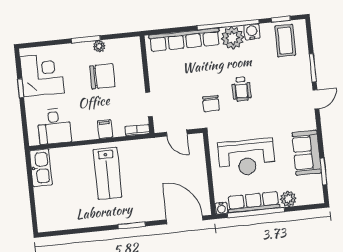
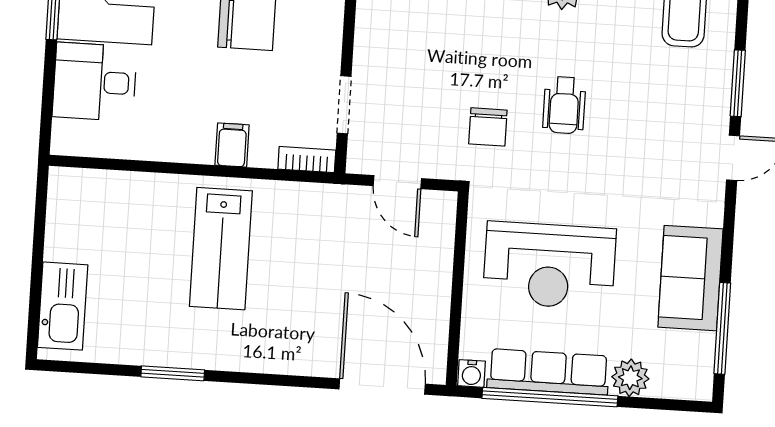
desk: (54, 126) -> (95, 82), moved, turned 90
kitchen sink: (41, 168) -> (63, 306), moved
window: (323, 172) -> (722, 328), width x1.44
window: (132, 225) -> (173, 373), moved

